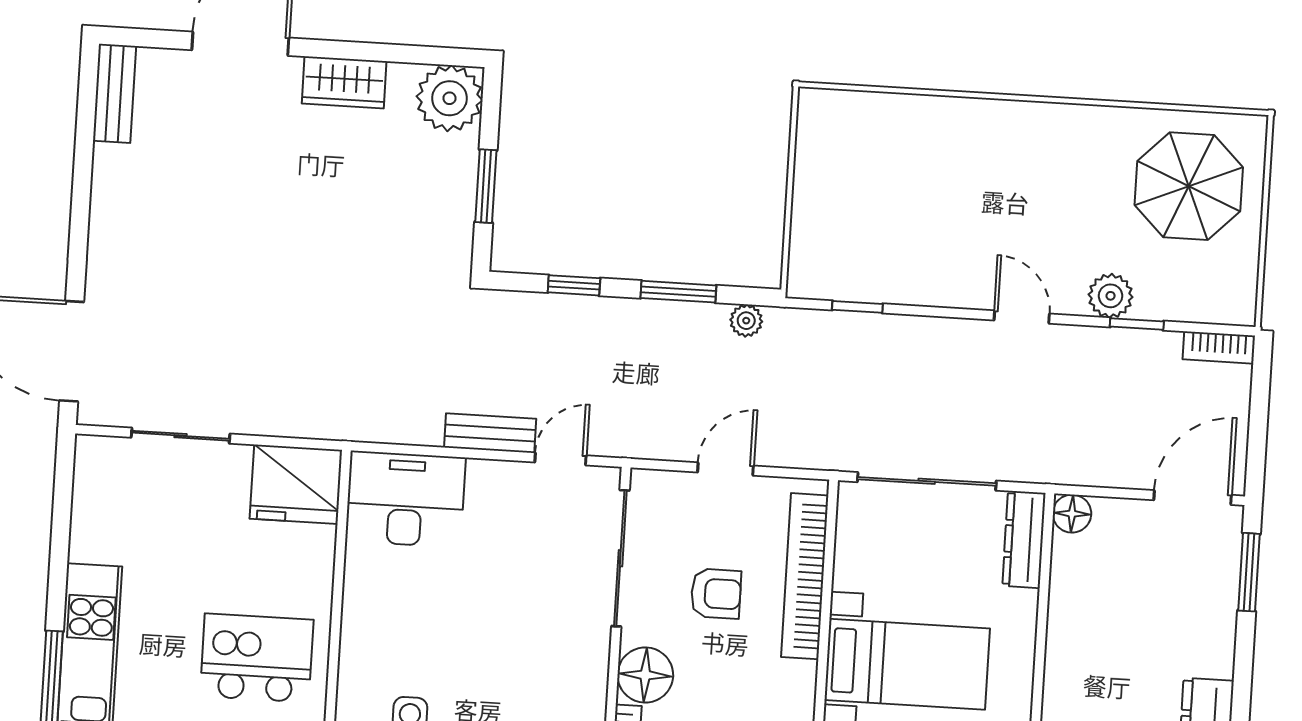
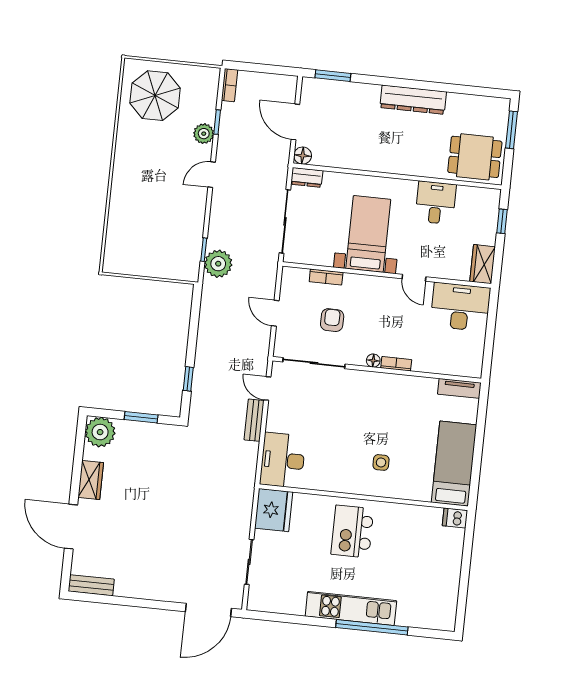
window: (678, 292) -> (193, 331), removed
plant: (746, 321) -> (218, 264), moved, width x1.87, depth x1.87
door: (1193, 498) -> (295, 122), moved
dresser: (1024, 539) -> (307, 177), width x0.70
bookcase: (805, 576) -> (326, 277), width x0.43, depth x0.76
floor lamp: (645, 675) -> (373, 361), width x0.53, depth x0.53

